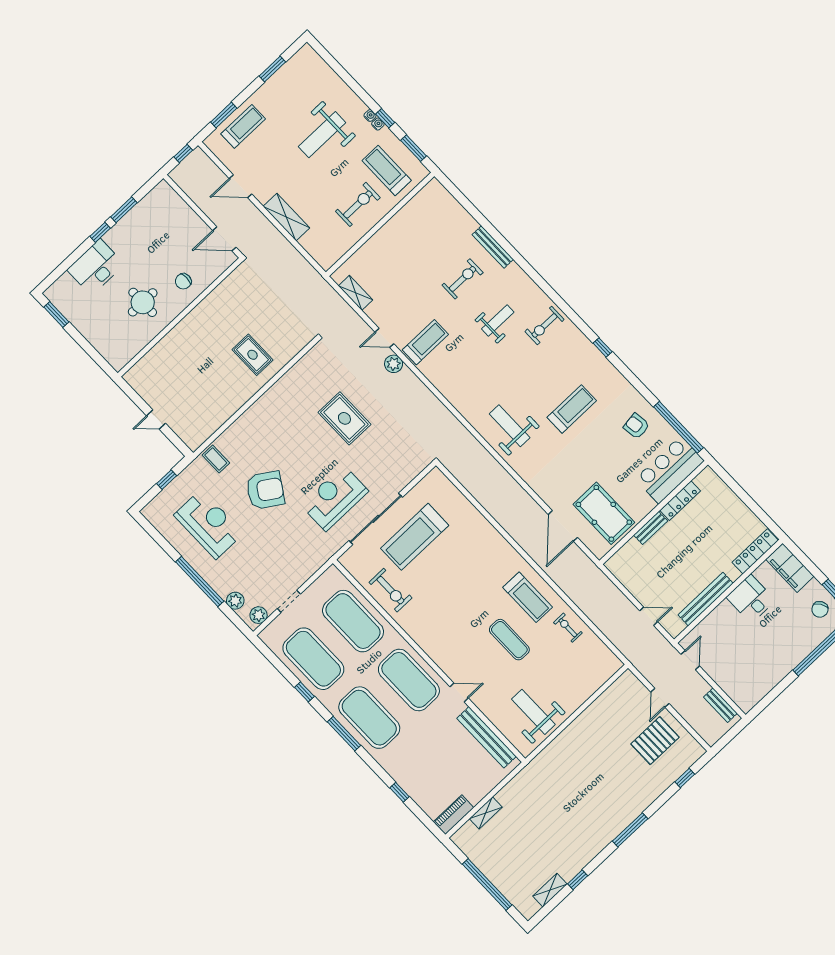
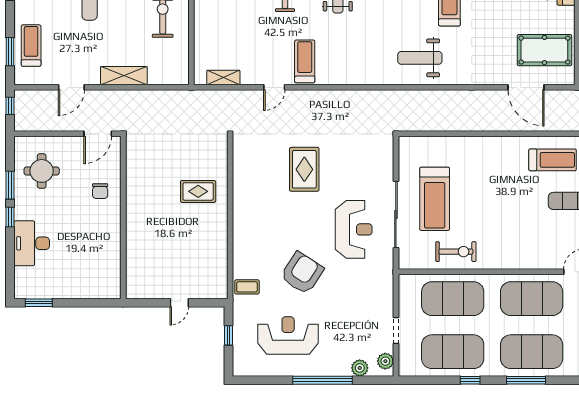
round table: (143, 302) -> (42, 171), moved
plant: (394, 364) -> (299, 98), removed
rug: (344, 418) -> (304, 169), turned 90
reception desk: (334, 498) -> (354, 229), turned 180

